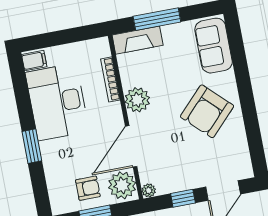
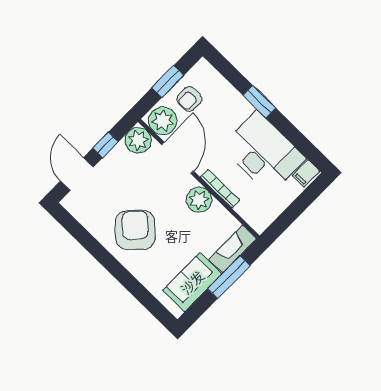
sofa: (214, 46) -> (192, 282), moved, turned -90
bookcase: (110, 79) -> (220, 189), moved
plant: (149, 190) -> (138, 140), width x1.87, depth x1.87

